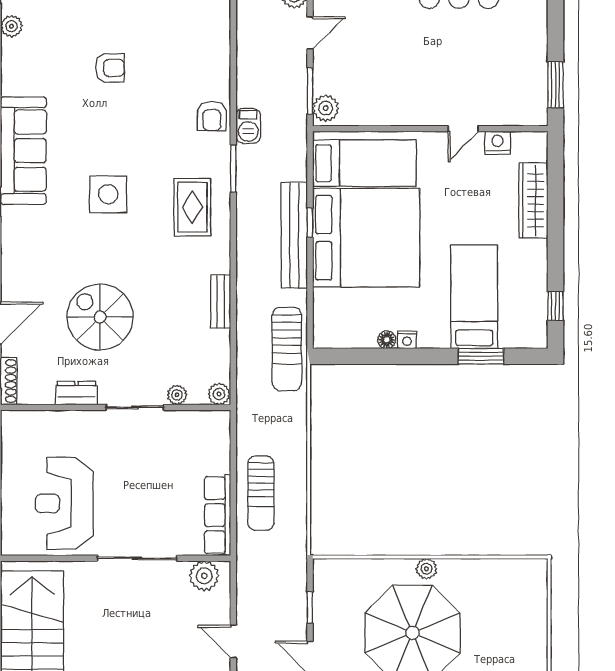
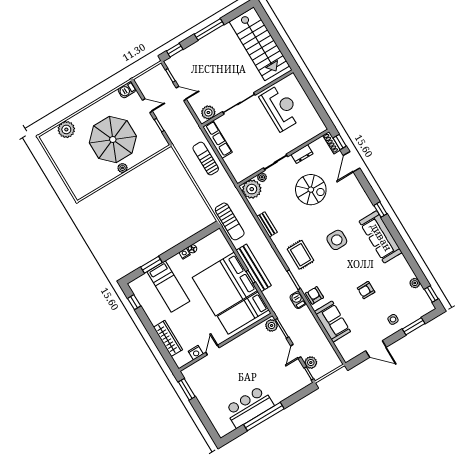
sofa: (208, 47) -> (332, 322), added
sun lounger: (287, 349) -> (230, 221), turned 180
plant: (219, 394) -> (252, 189), width x1.88, depth x1.88

